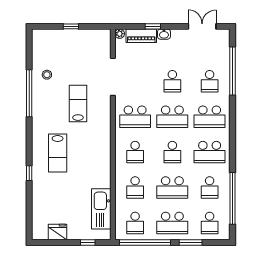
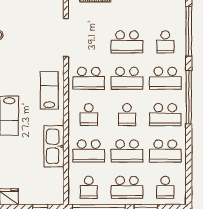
school desk: (172, 81) -> (127, 42), width x1.85
lab bench: (78, 104) -> (49, 90), moved
school desk: (135, 188) -> (89, 151), width x1.85
school desk: (210, 188) -> (165, 151), width x1.85
window: (232, 198) -> (189, 97), moved
kitchen sink: (101, 209) -> (54, 146), moved

